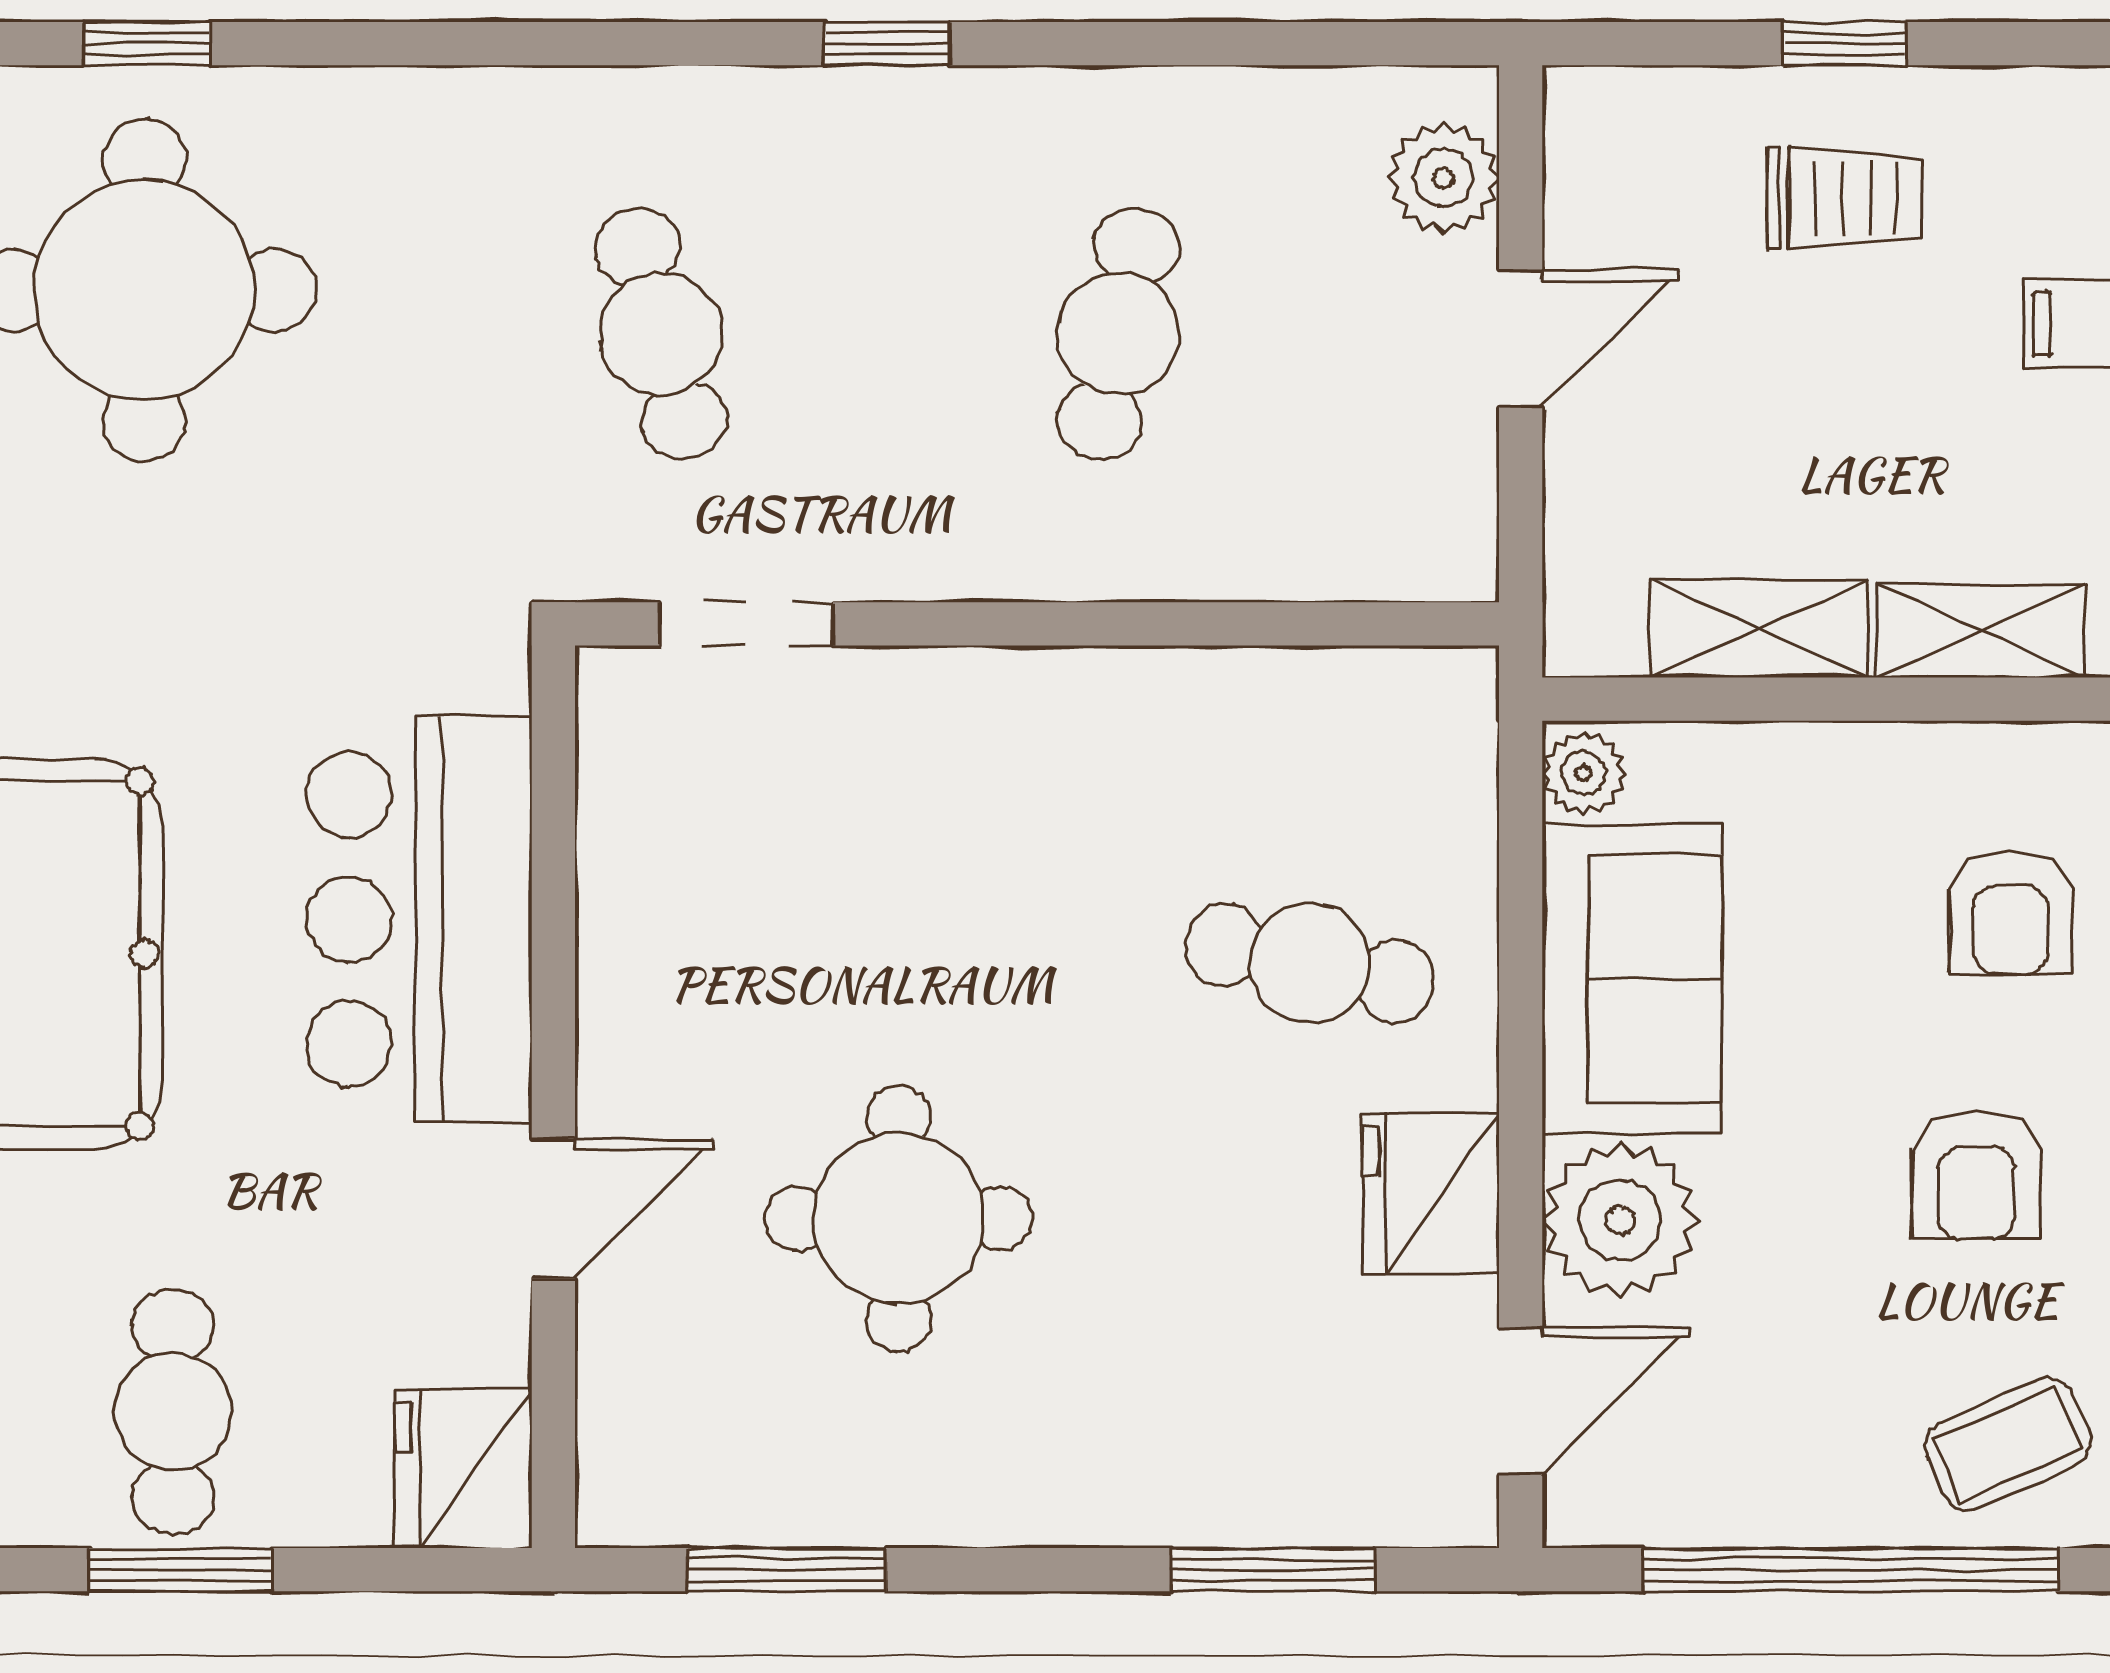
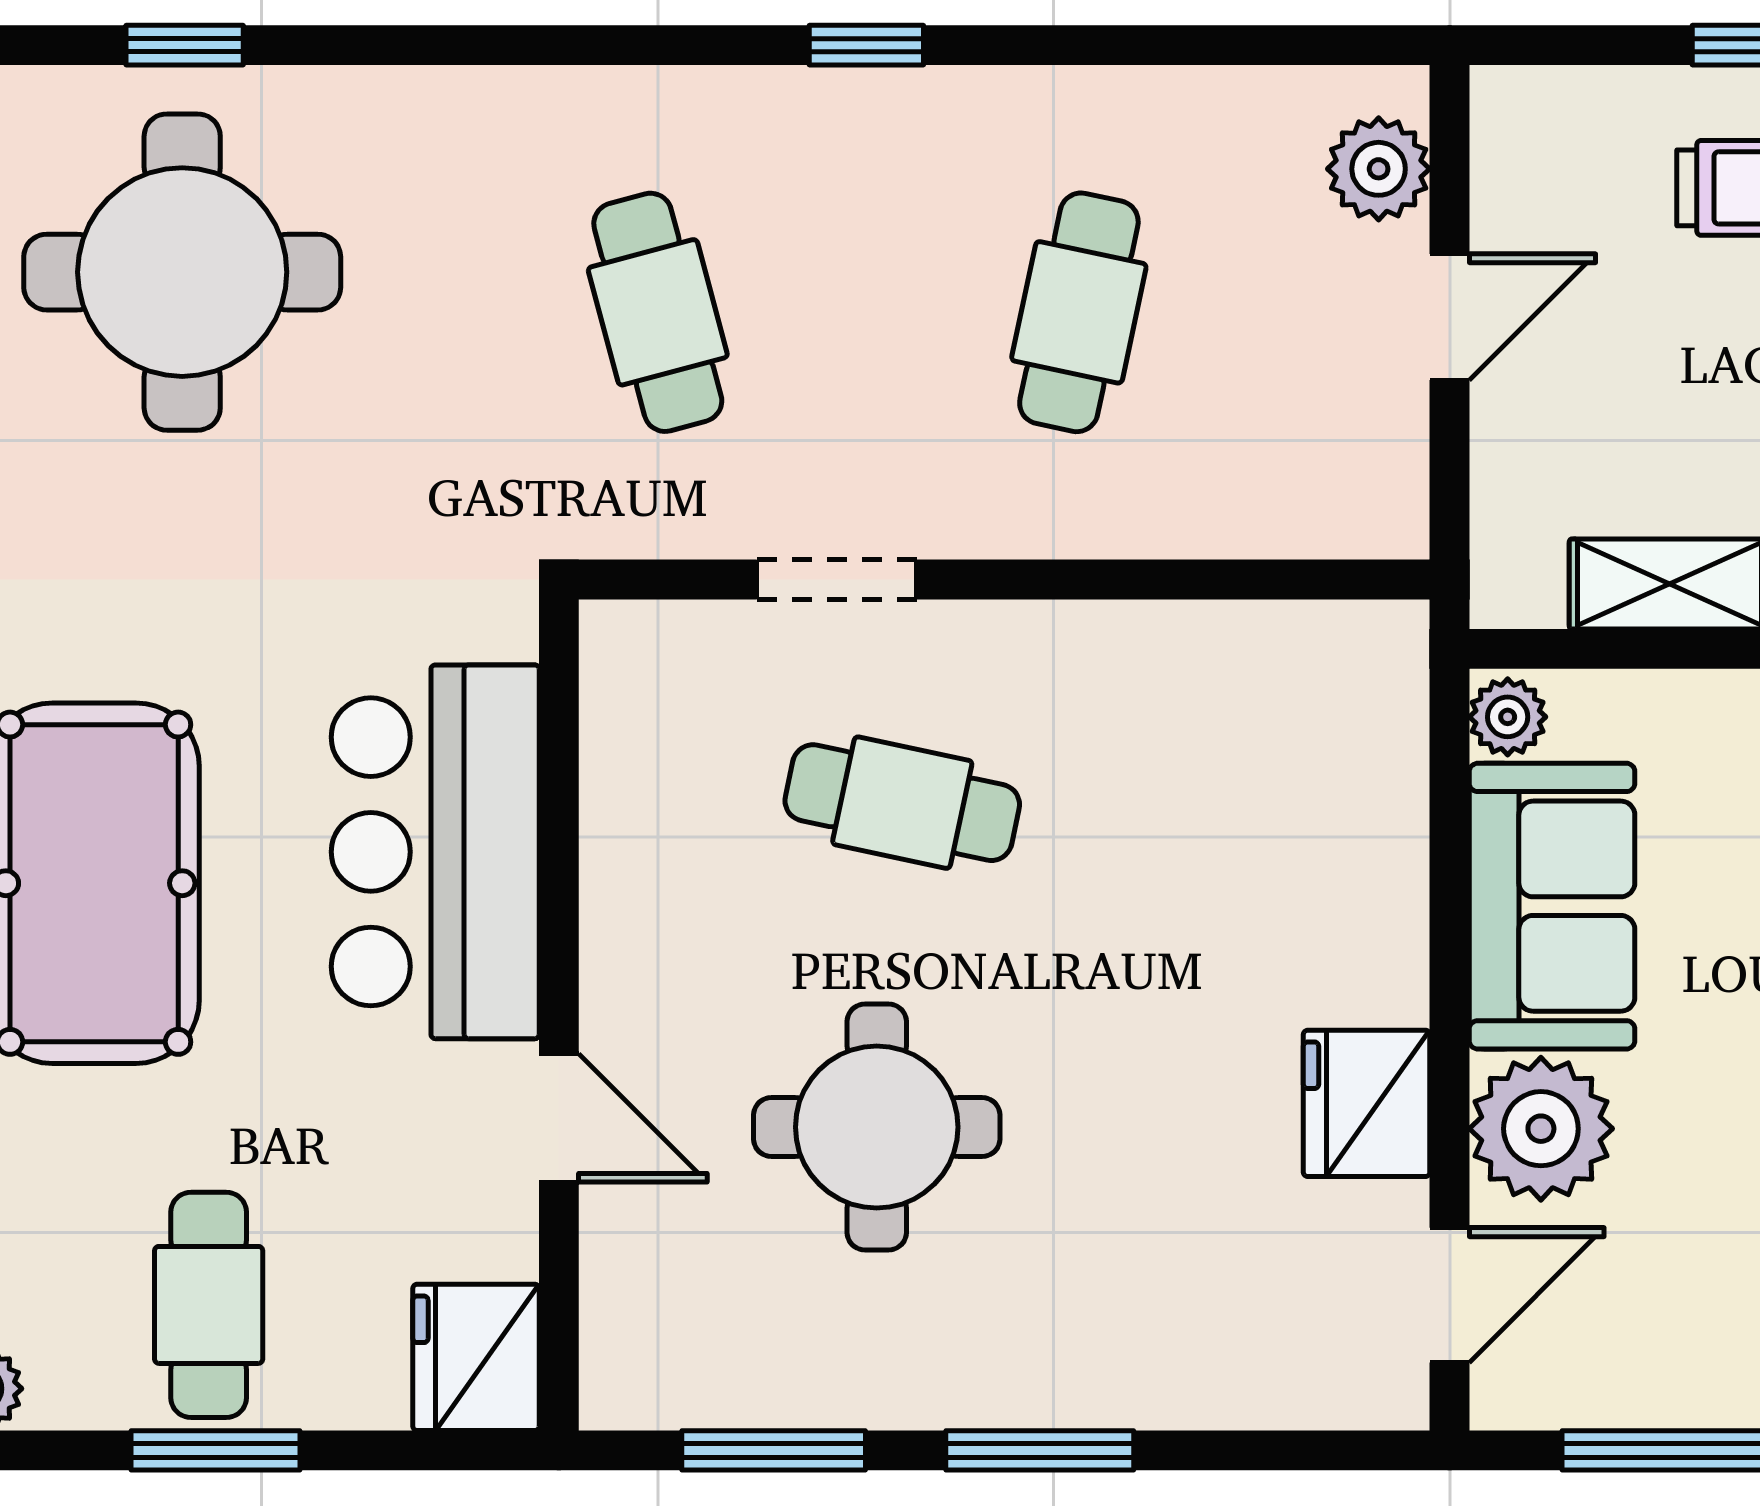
doorway: (746, 624) -> (837, 580), moved
cafe table: (1310, 963) -> (902, 803), moved
door: (553, 1209) -> (559, 1118), hinge flipped
window: (1272, 1570) -> (1040, 1450), moved

